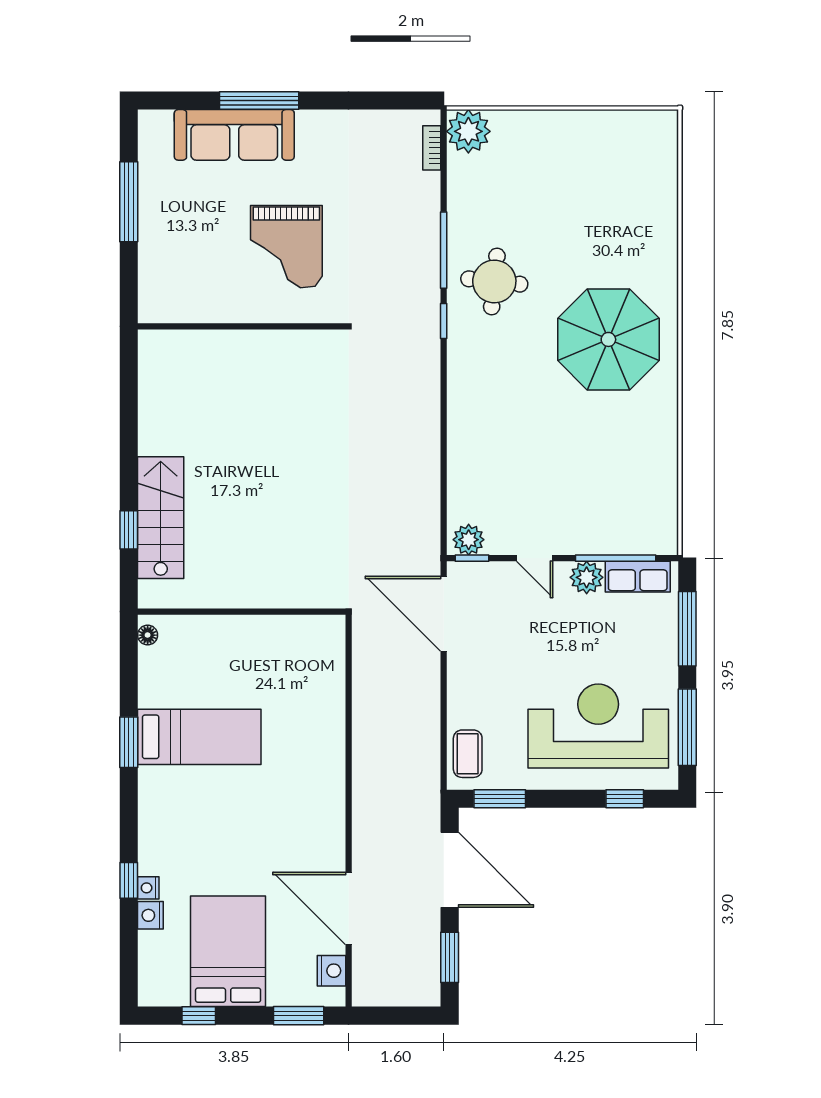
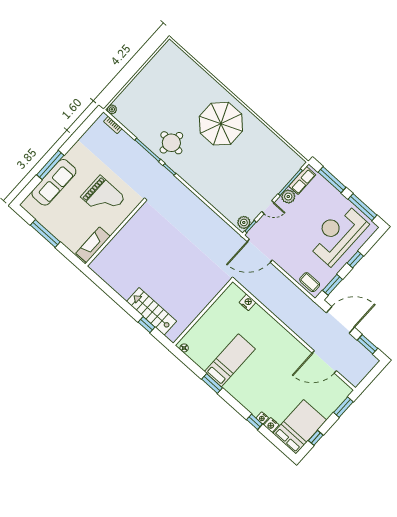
plant: (468, 131) -> (112, 109), width x0.53, depth x0.53
fireplace: (185, 306) -> (93, 245), added
window: (625, 799) -> (355, 259), moved
bed: (228, 951) -> (300, 427), moved, turned 90
nightstand: (331, 971) -> (248, 302), moved

